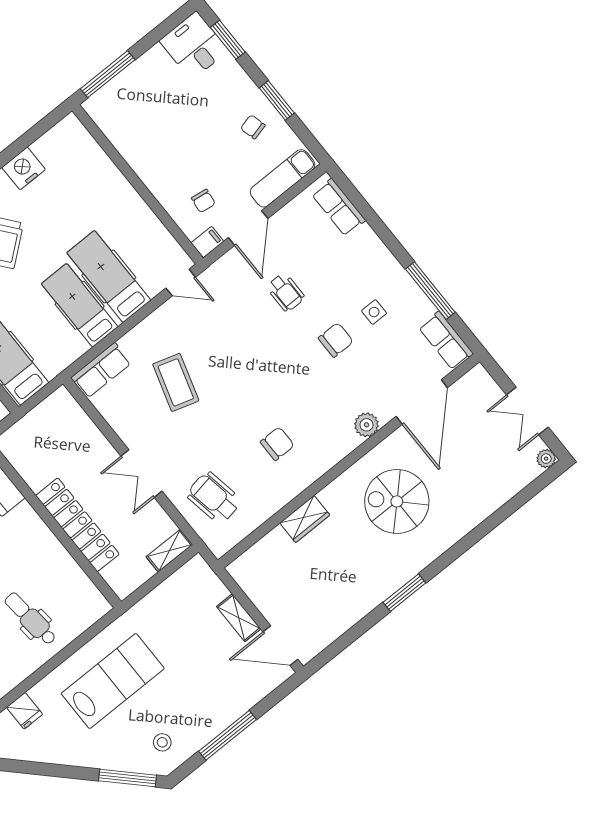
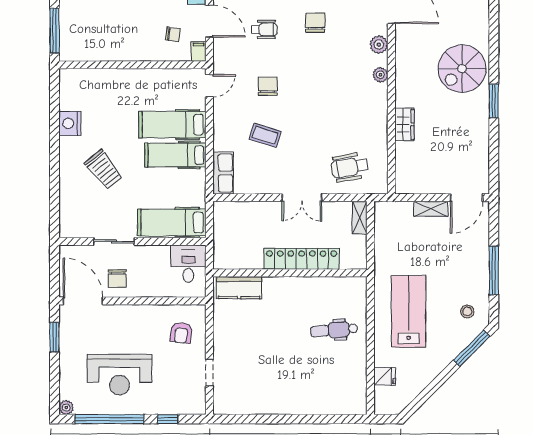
coffee table: (176, 382) -> (265, 135), width x0.73, depth x0.77
chair: (277, 444) -> (268, 86), moved
plant: (336, 452) -> (380, 75), added
spiral stairs: (397, 501) -> (462, 69), moved

